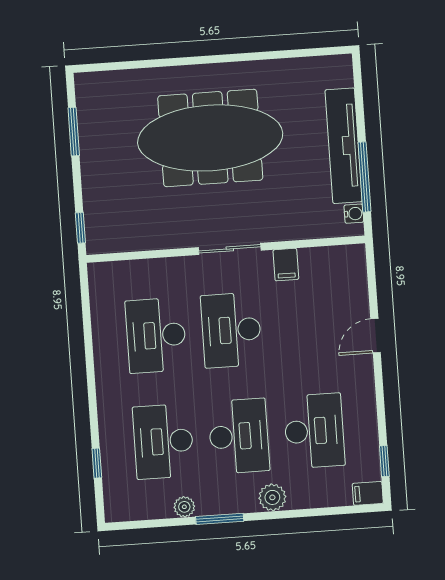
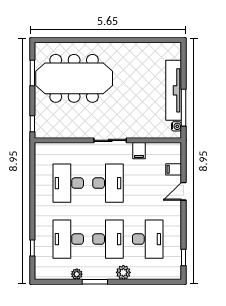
meeting table: (210, 138) -> (74, 78), moved
desk: (231, 330) -> (108, 183), turned 180
filing cabinet: (368, 493) -> (174, 169), moved

